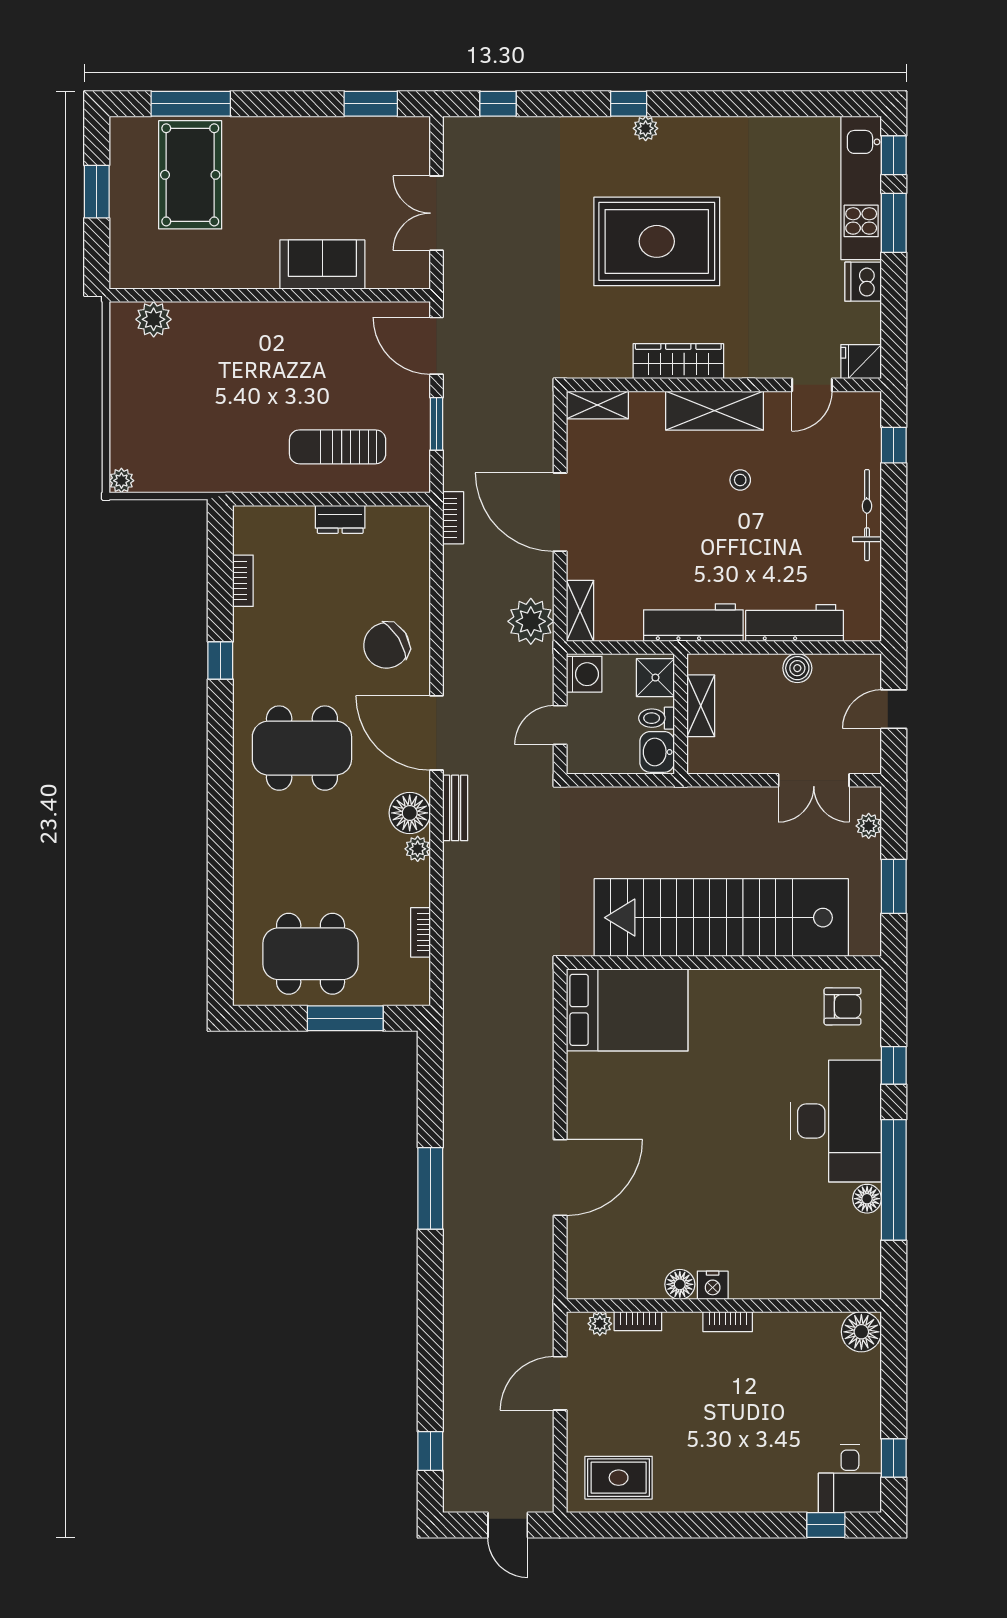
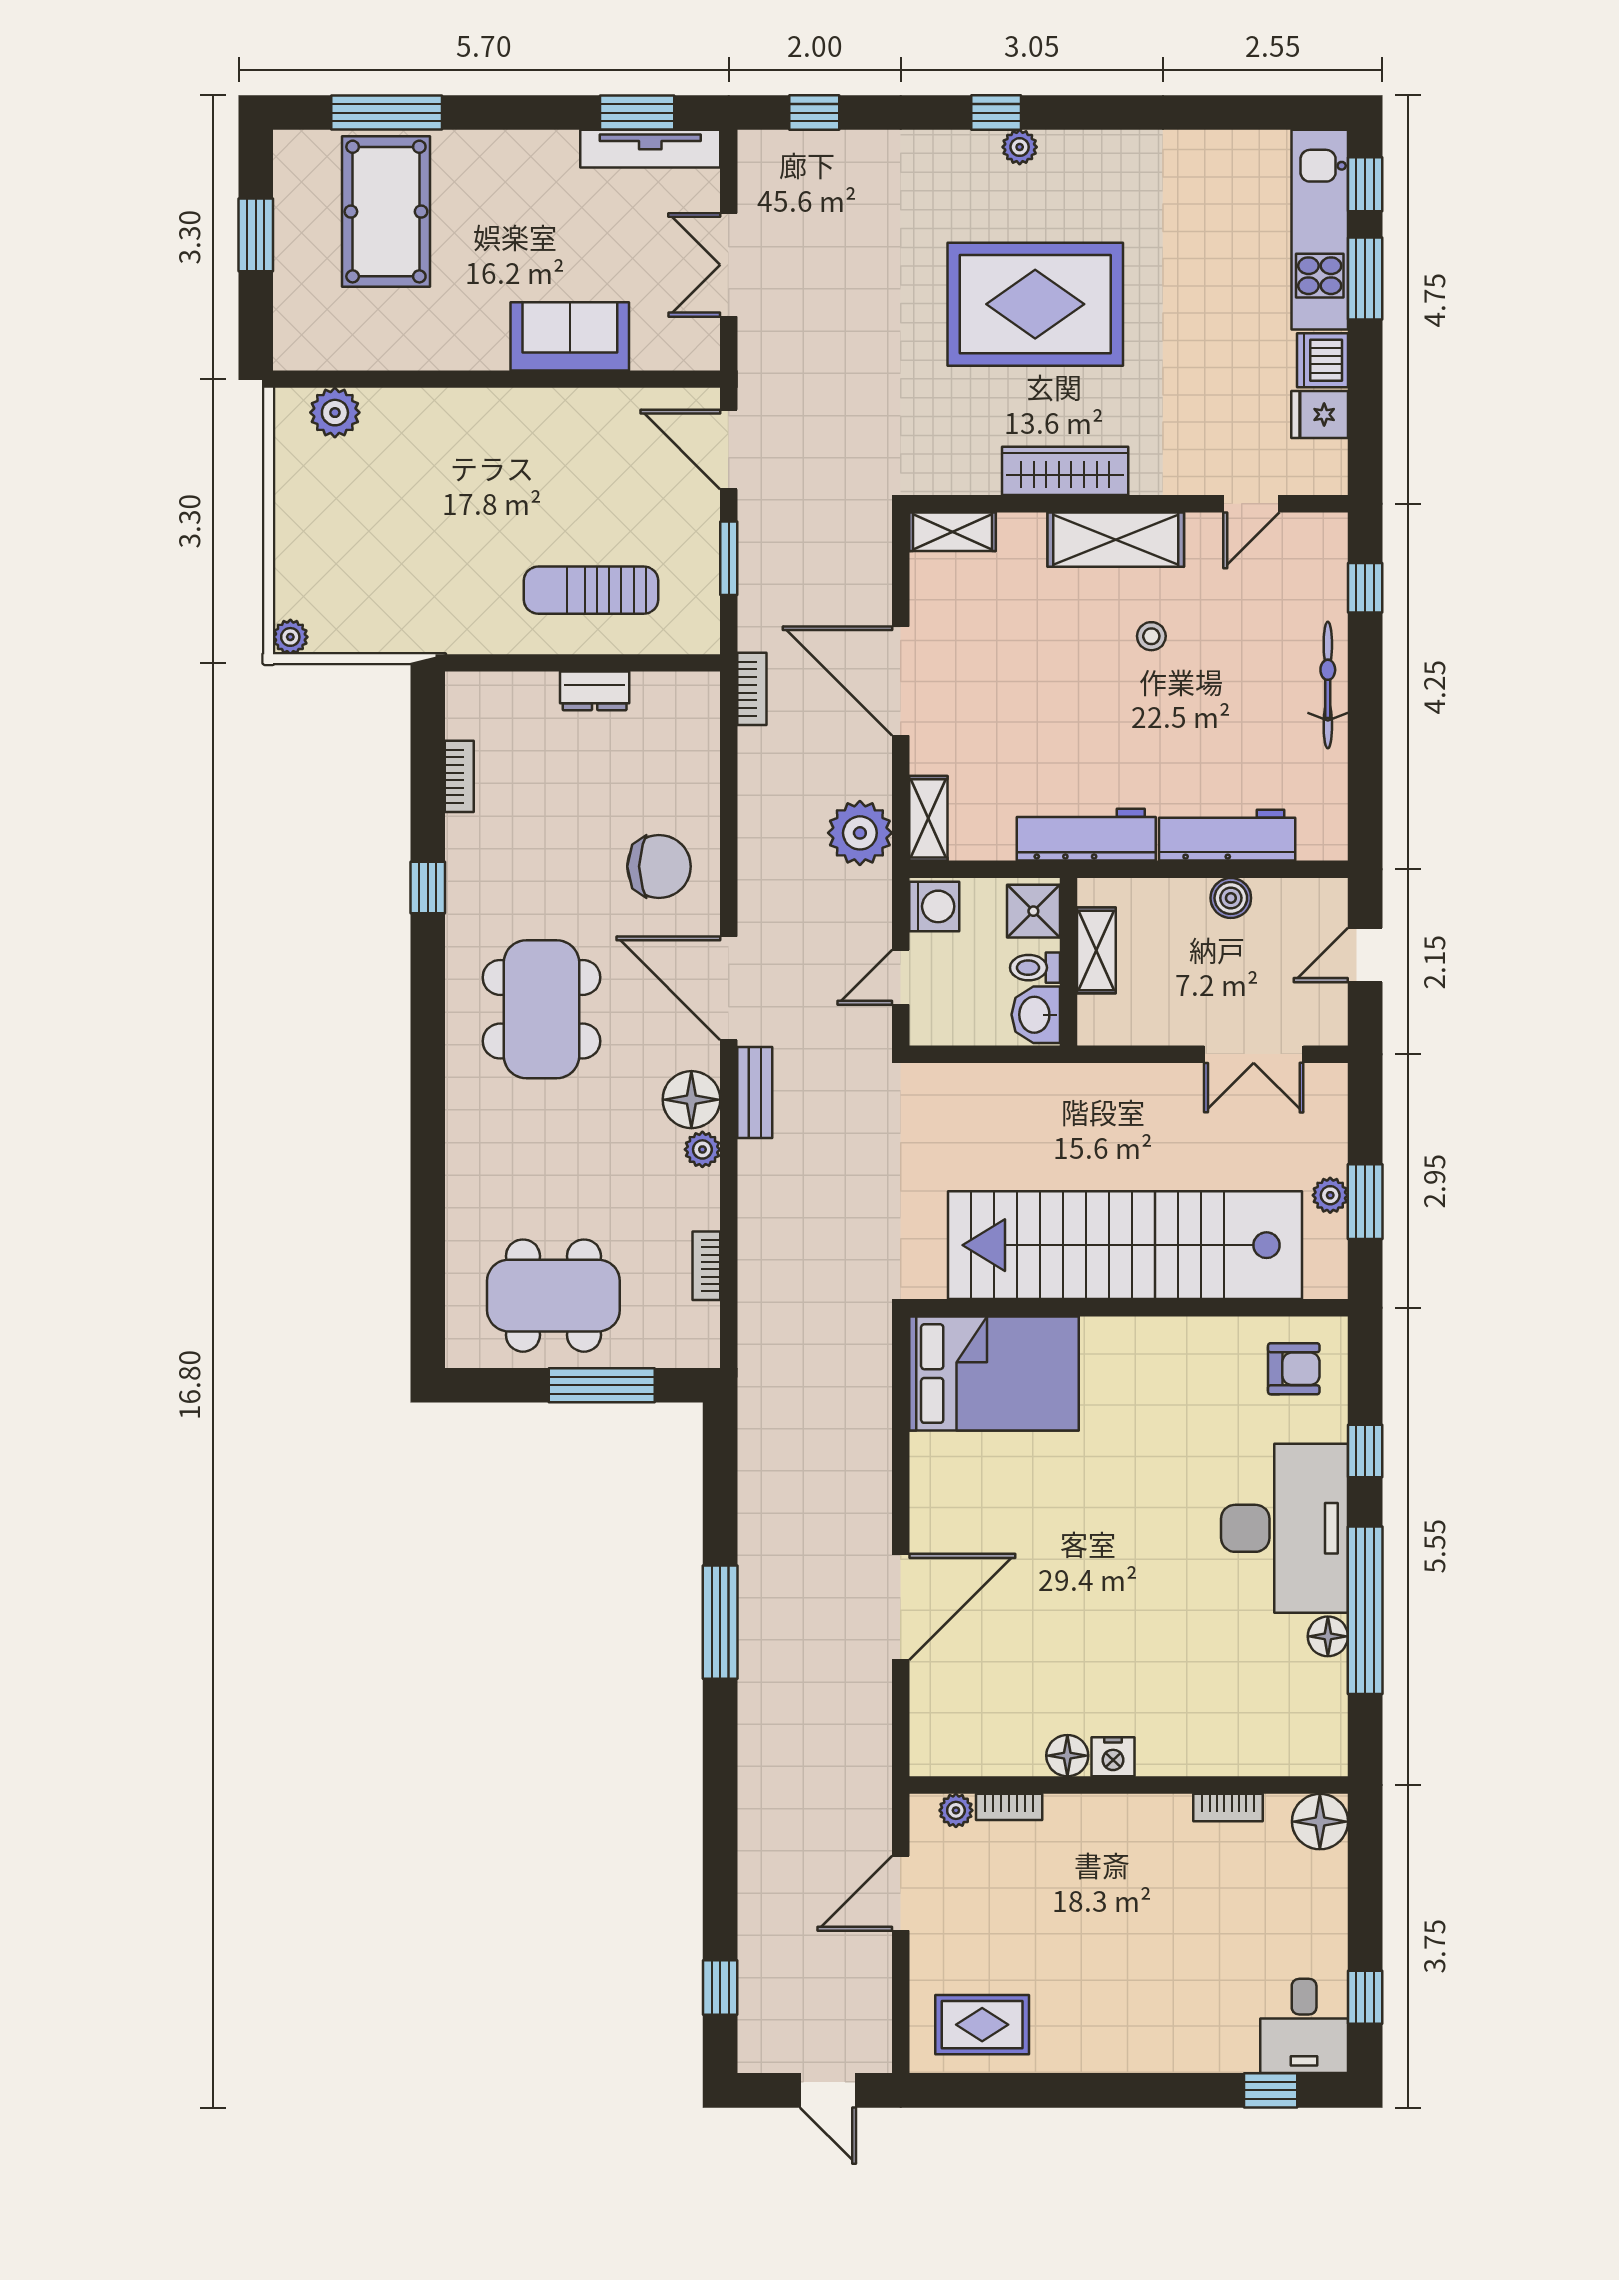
tv unit: (380, 130) -> (650, 149), added
fridge: (861, 362) -> (1320, 414), moved
chair: (386, 645) -> (659, 866), turned -148
dining table: (302, 748) -> (541, 1009), turned 90
plant: (869, 826) -> (1330, 1195), moved
bookcase: (728, 1322) -> (1228, 1807), moved

